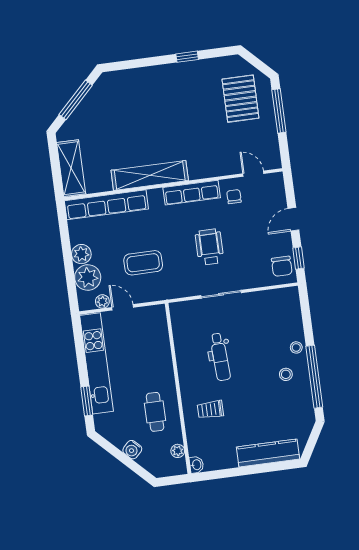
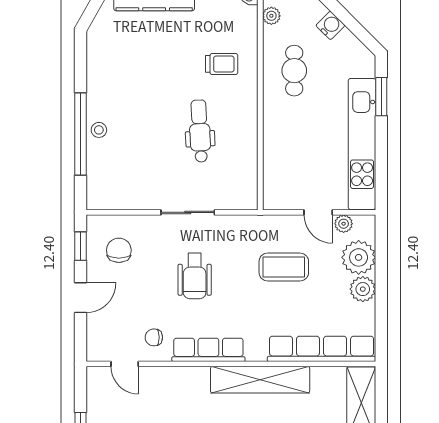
chair: (234, 197) -> (154, 337), turned 90
chair: (282, 266) -> (119, 250), moved
stool: (286, 374) -> (117, 97), removed
window: (314, 377) -> (80, 134), moved

